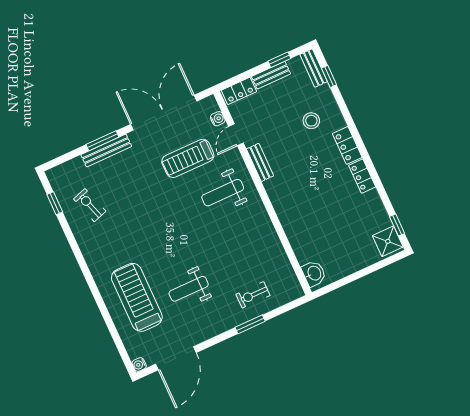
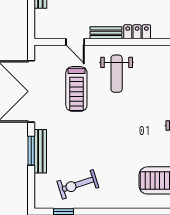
locker: (239, 91) -> (137, 32), moved, turned -90
water cooler: (218, 119) -> (56, 51), removed
exercise bike: (90, 205) -> (78, 184), width x1.38, depth x1.39

